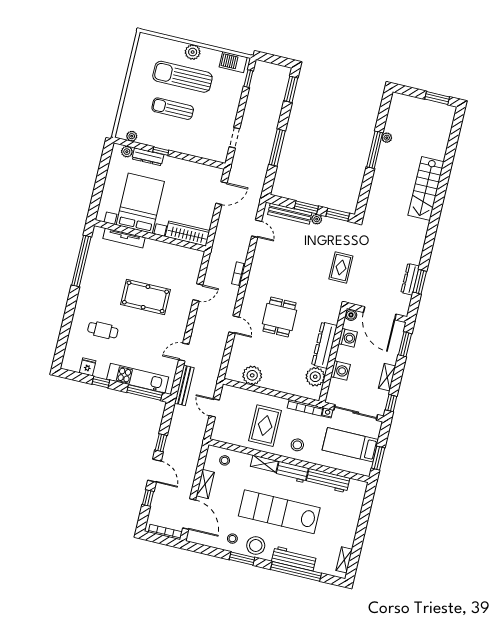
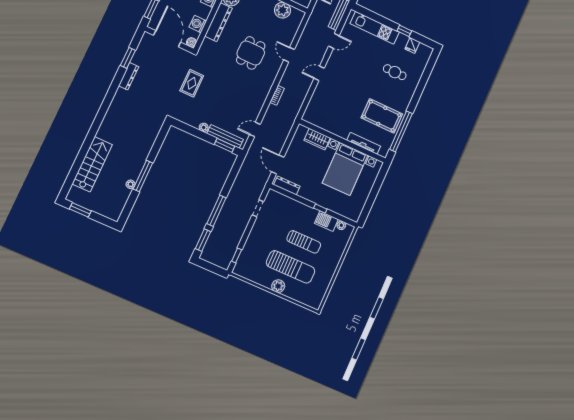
barbecue: (233, 62) -> (326, 221), moved, turned 180
window: (277, 148) -> (216, 211), moved
plant: (127, 152) -> (348, 213), removed
dresser: (148, 157) -> (287, 186), moved
stairs: (426, 188) -> (92, 164), moved
door: (221, 193) -> (278, 164), hinge flipped
window: (306, 207) -> (224, 145), moved
window: (338, 215) -> (185, 128), removed
door: (257, 229) -> (255, 129), hinge flipped
wardrobe: (187, 234) -> (317, 139), width x0.67
dresser: (410, 279) -> (129, 76), moved
door: (198, 292) -> (319, 73), moved
pool table: (146, 297) -> (382, 116), moved
window: (145, 392) -> (371, 15), removed

